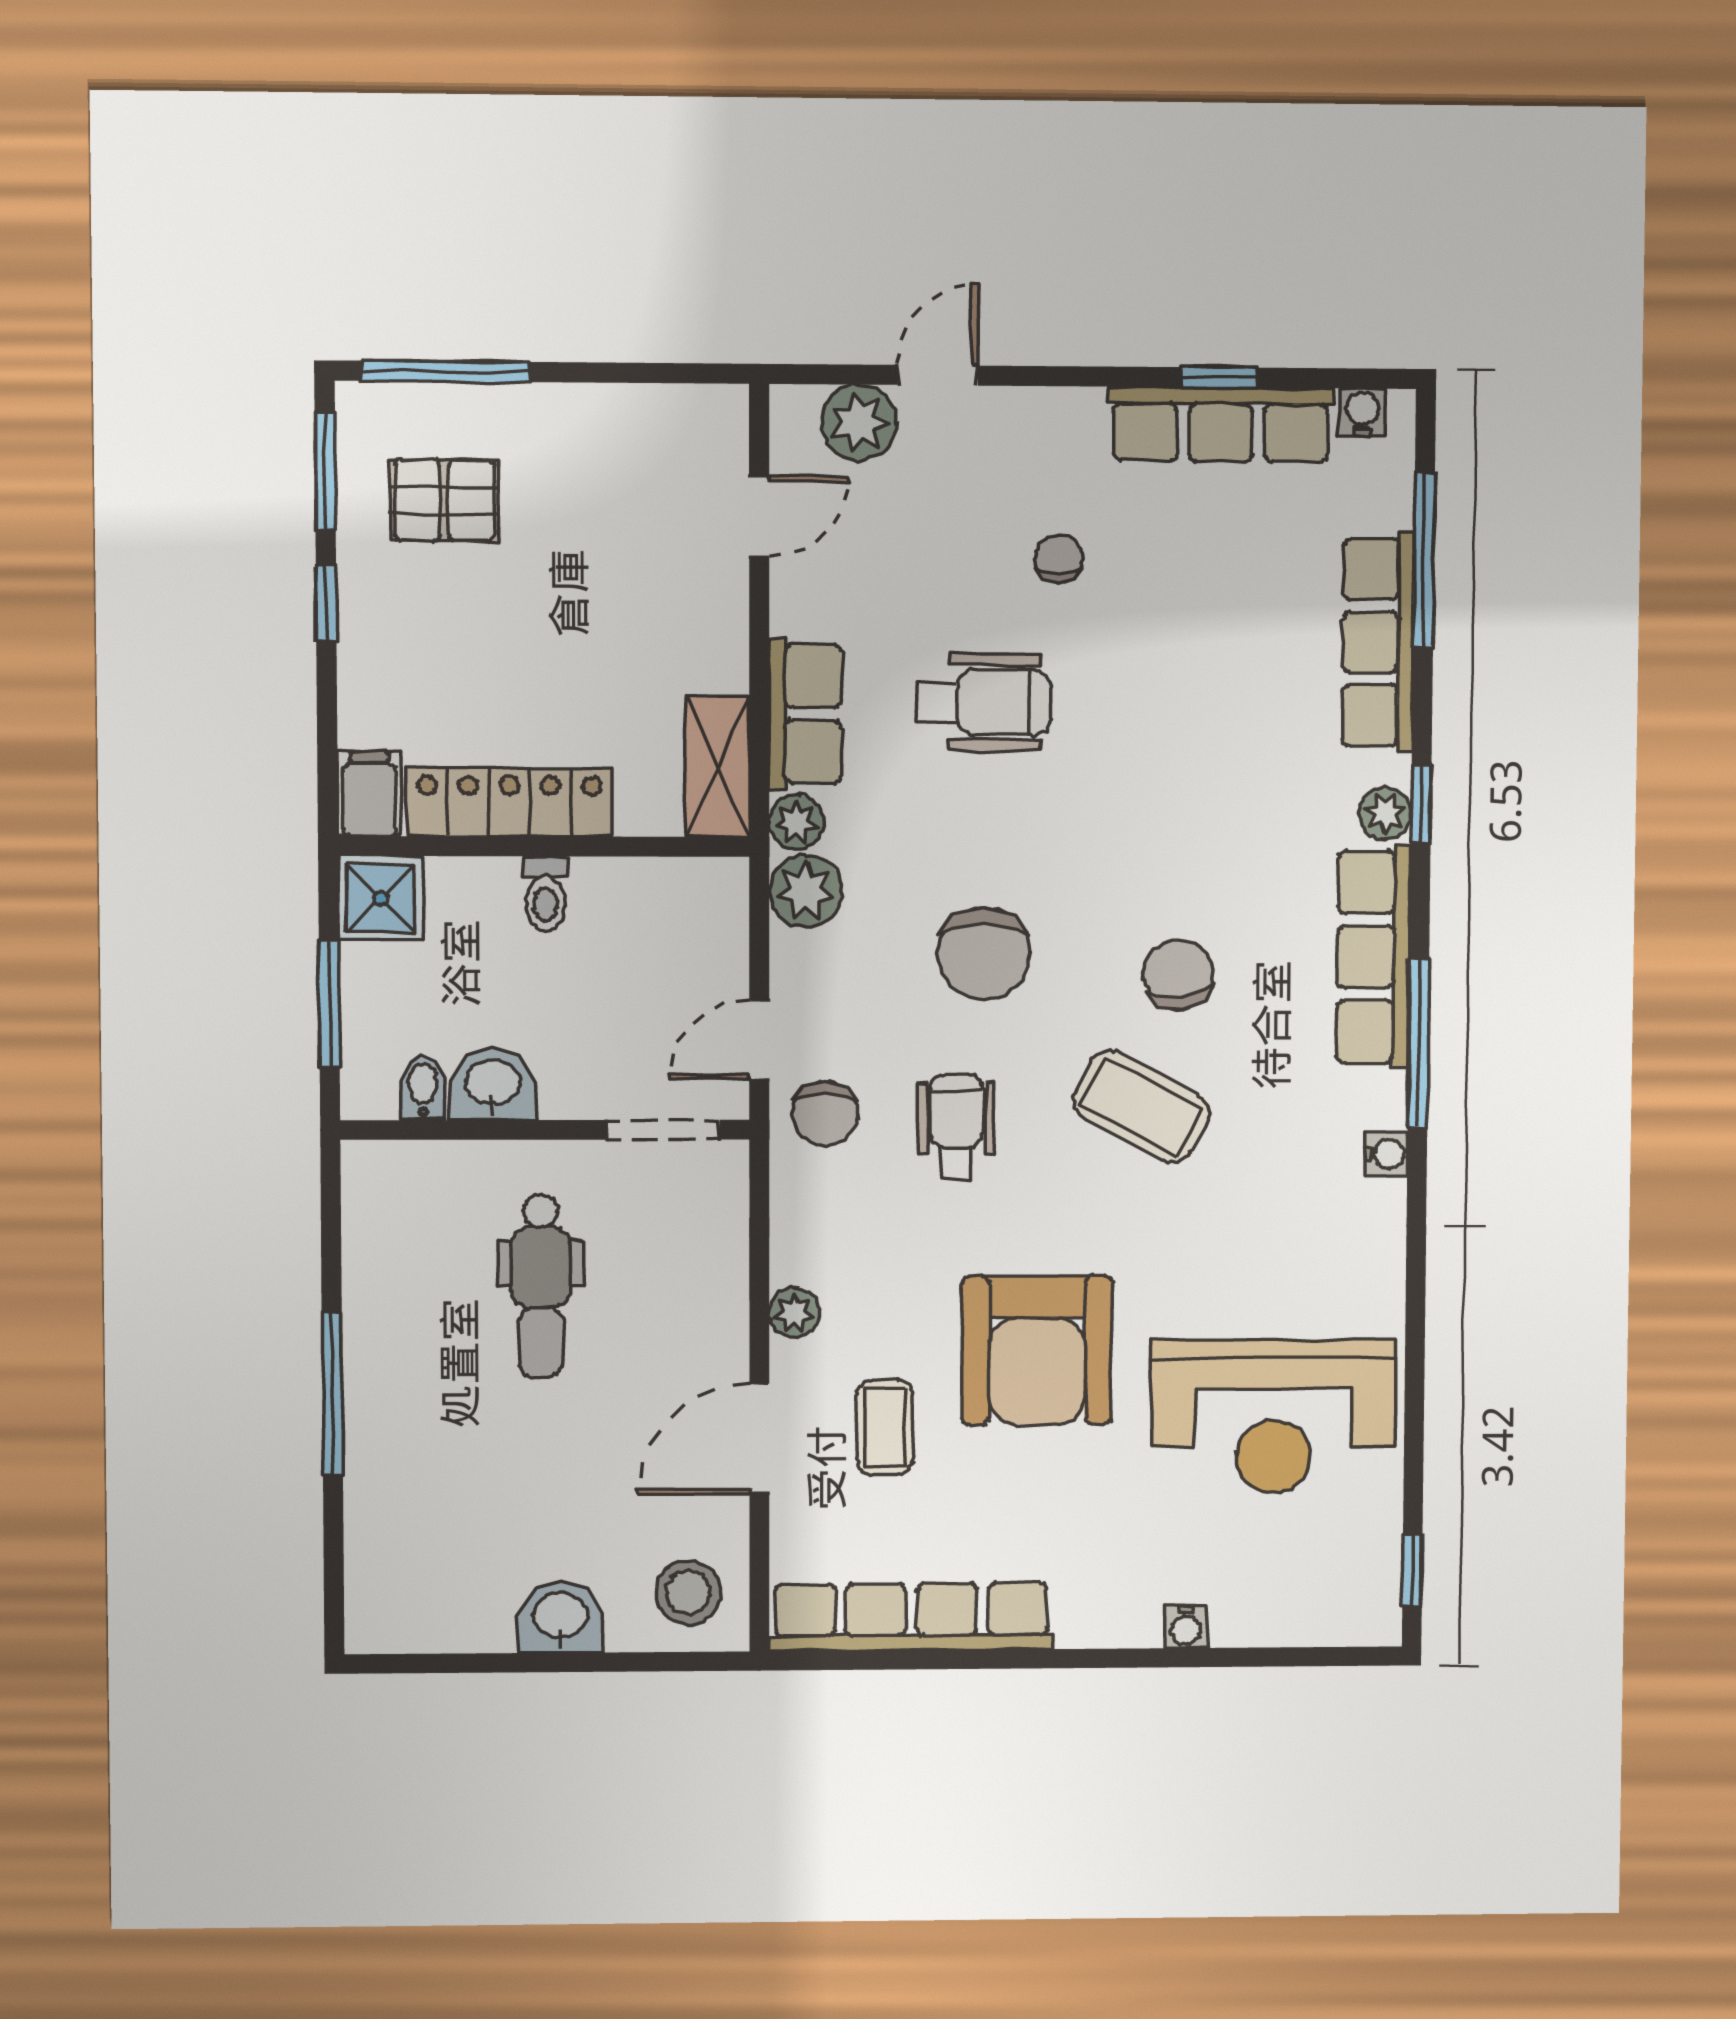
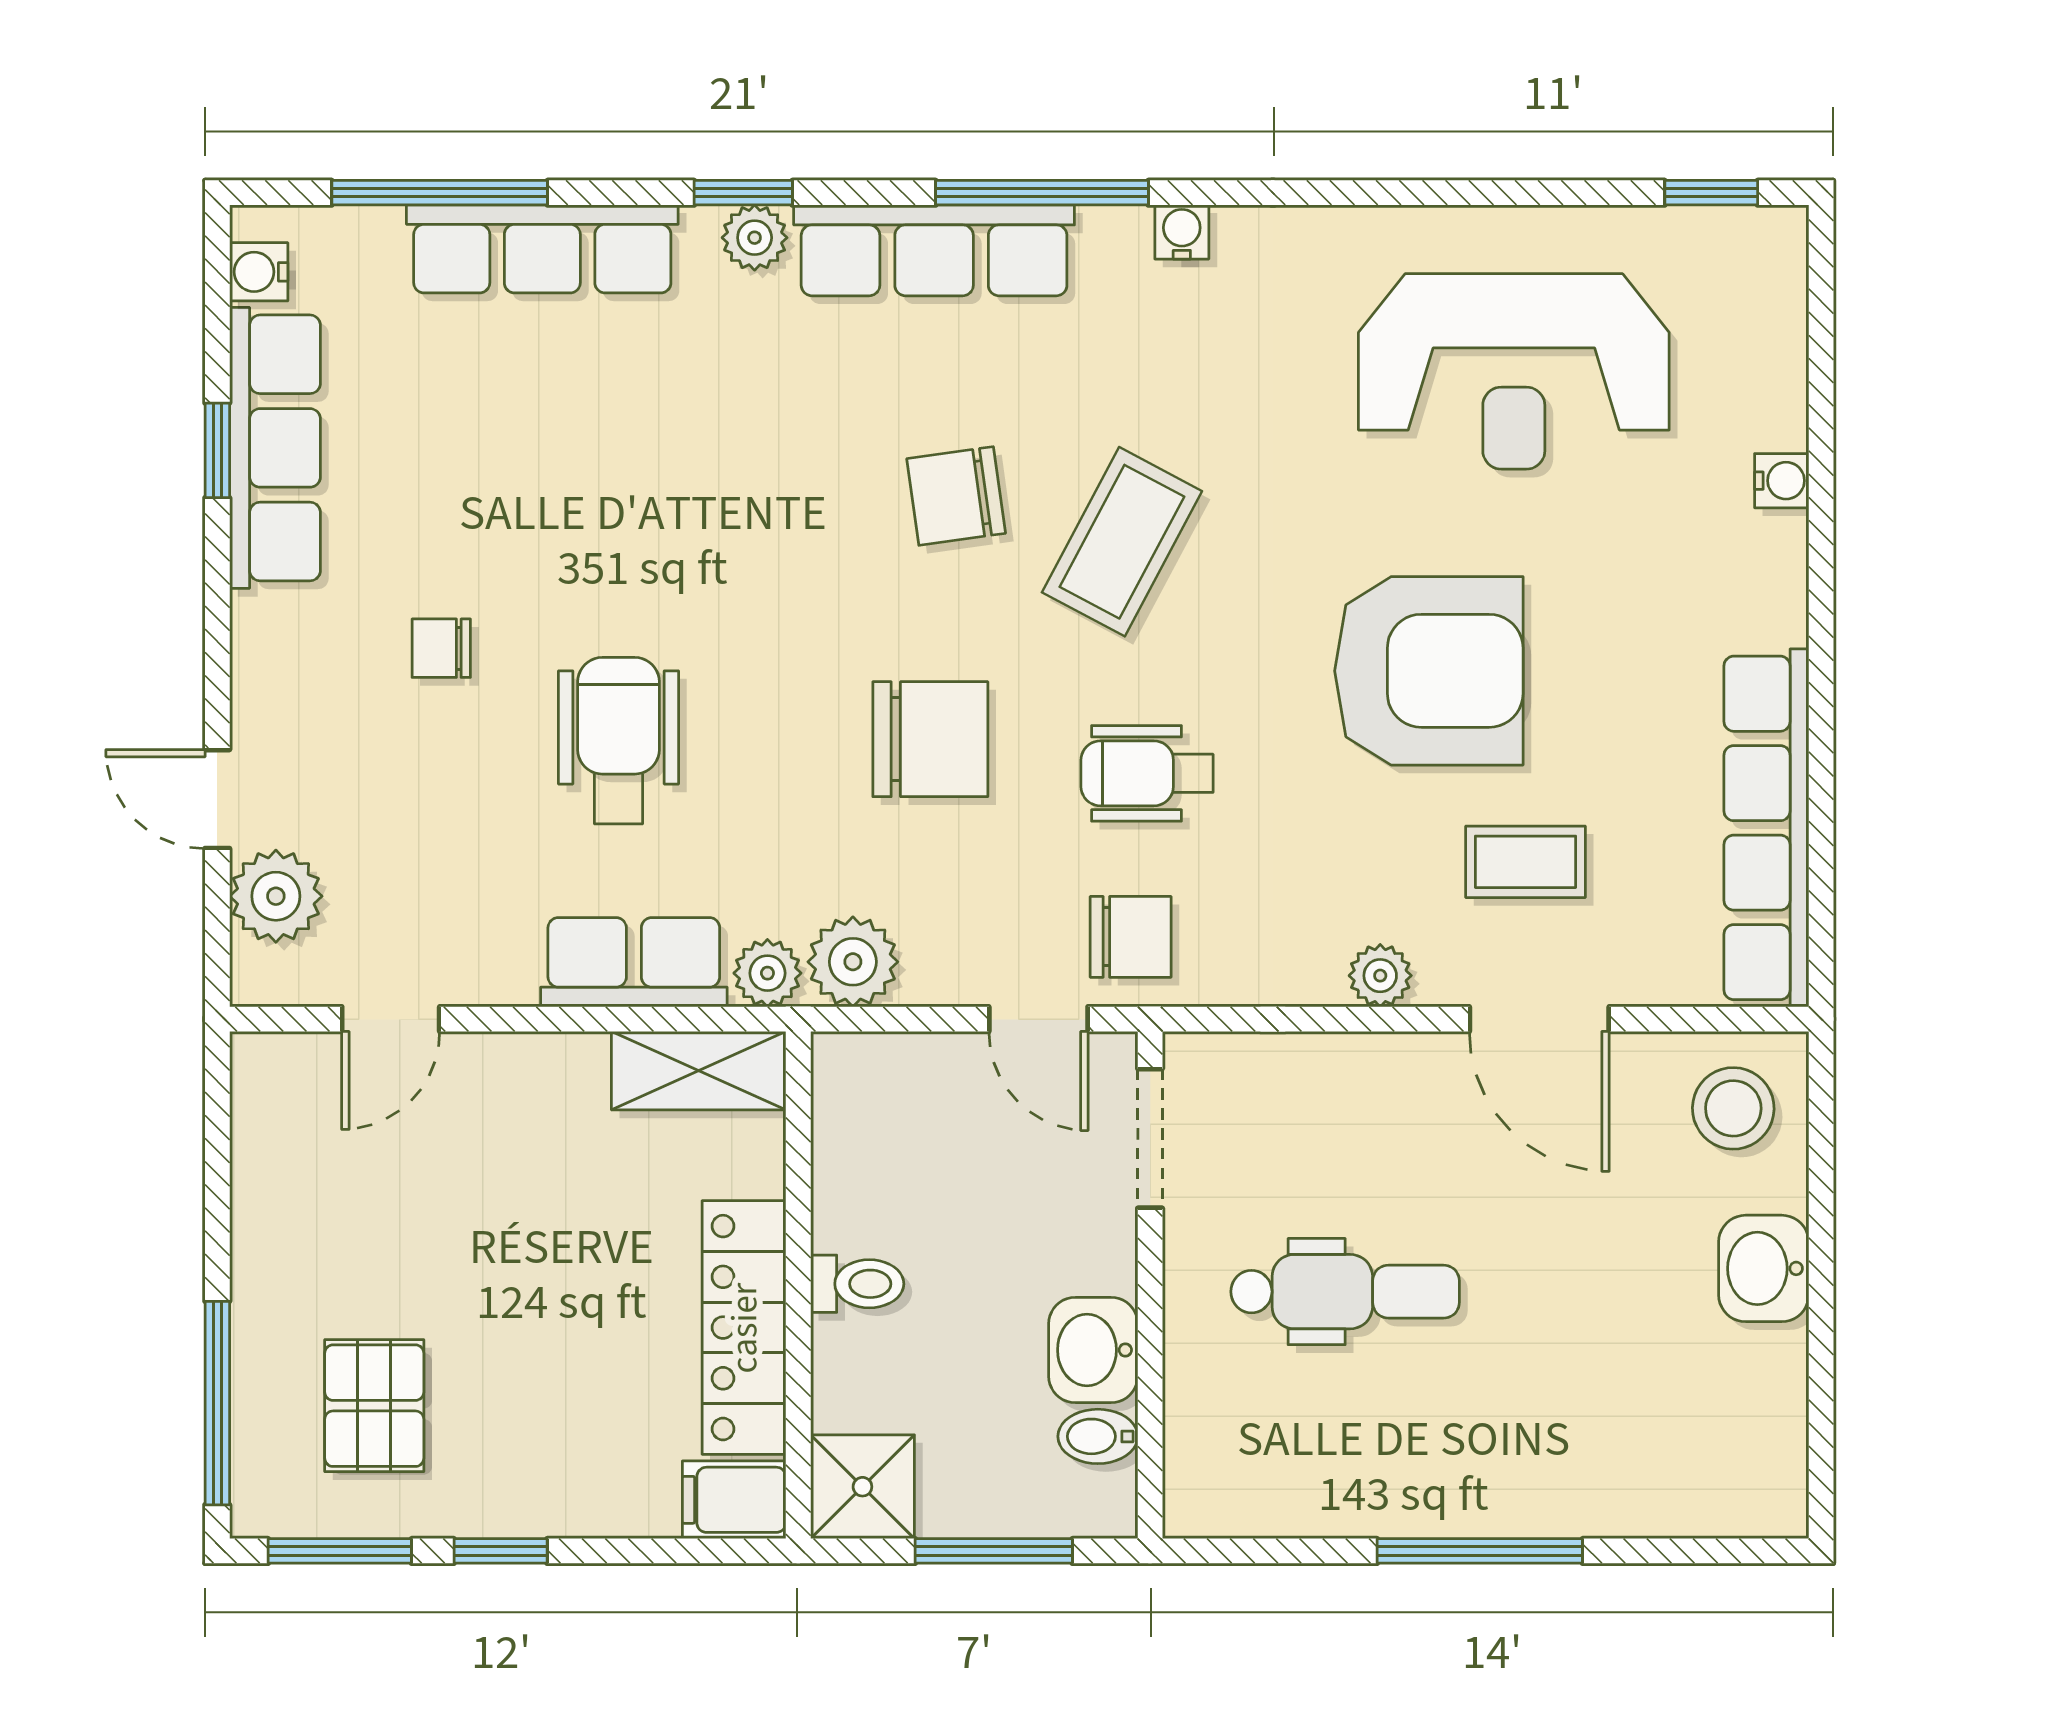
door: (759, 516) -> (391, 1019), swing flipped
reception desk: (1273, 1416) -> (1514, 371), turned 90

